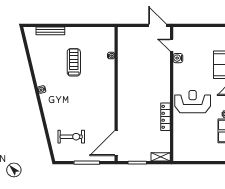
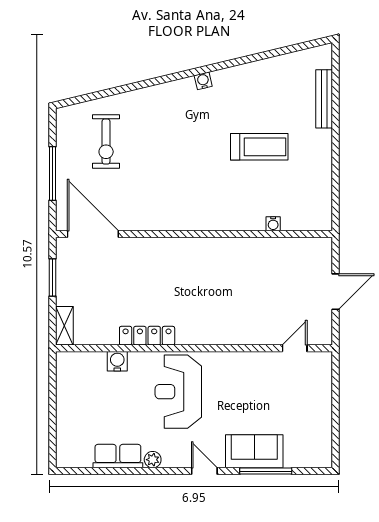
door: (157, 25) -> (335, 292), moved
water cooler: (178, 58) -> (117, 361), moved
reception desk: (193, 102) -> (178, 392), turned 180

